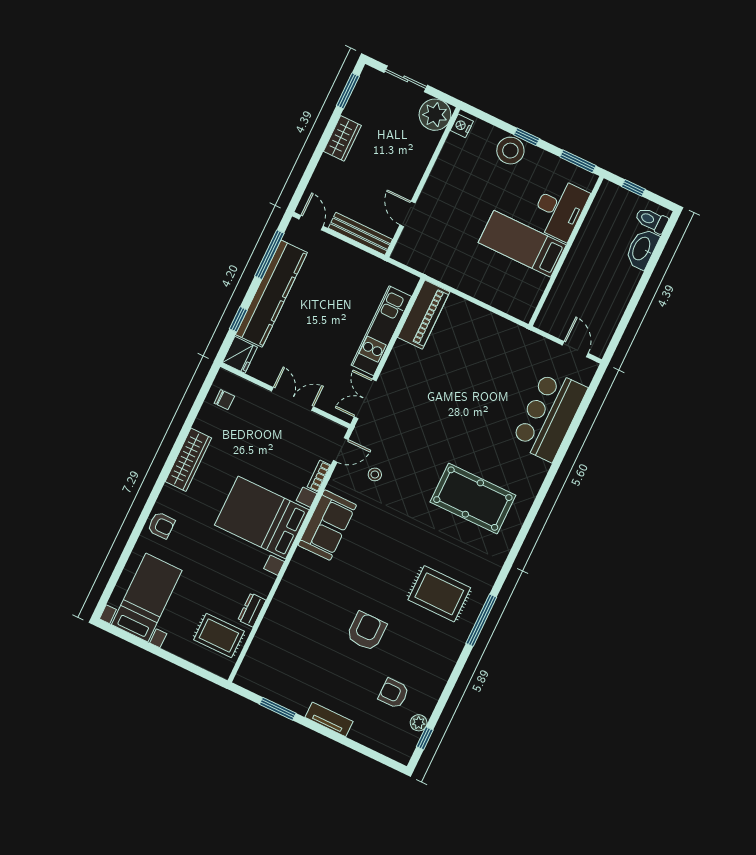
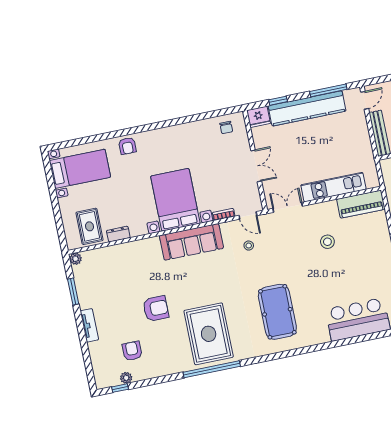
stool: (437, 384) -> (327, 242), added
wardrobe: (188, 460) -> (176, 133), removed
sofa: (327, 525) -> (191, 242), width x1.36
rug: (439, 594) -> (209, 334), width x1.37, depth x1.44
window: (481, 620) -> (212, 369), width x1.46
plant: (243, 678) -> (76, 259), added

